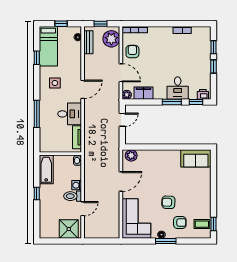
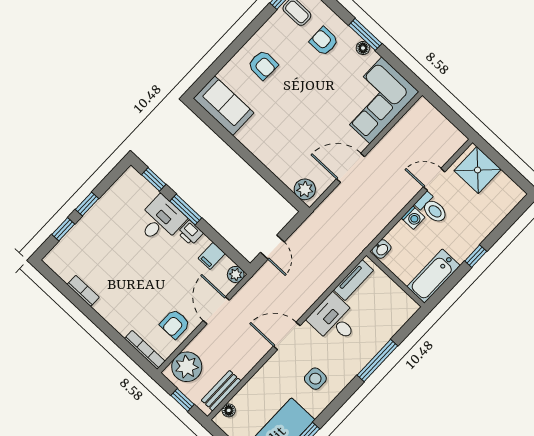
filing cabinet: (143, 93) -> (212, 256), width x0.50
printer: (203, 94) -> (190, 233), moved
door: (122, 120) -> (272, 247), swing flipped
armchair: (168, 202) -> (263, 65), moved

